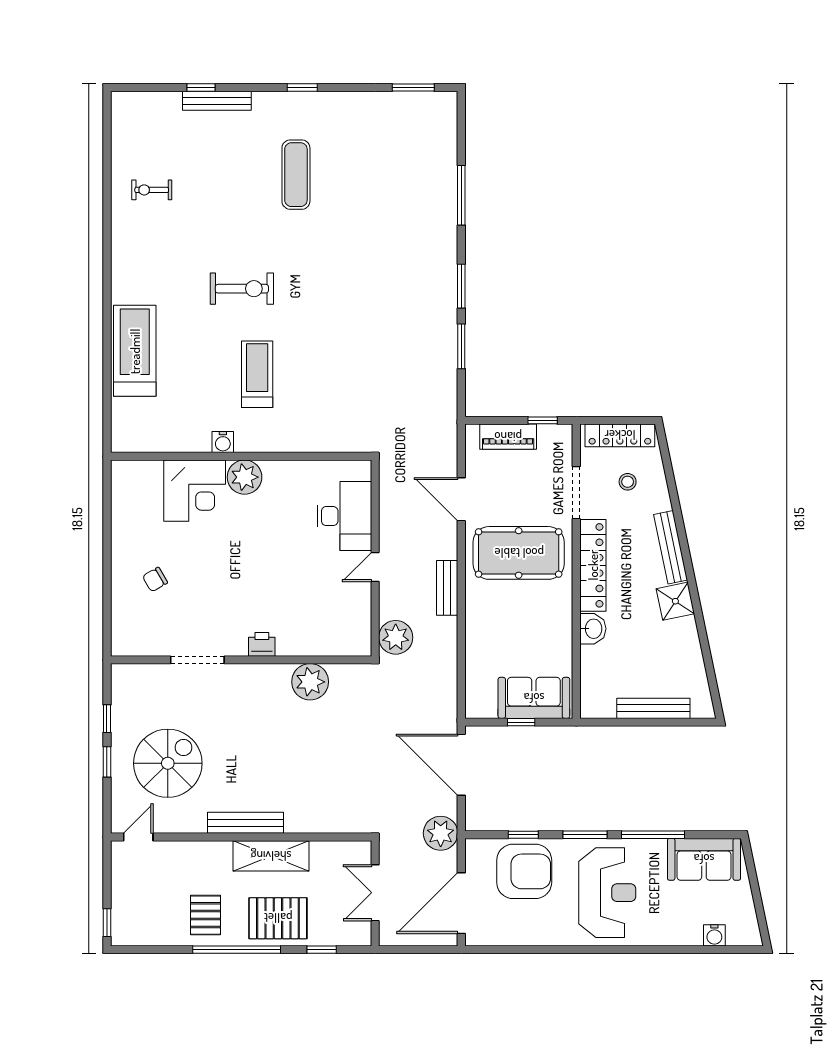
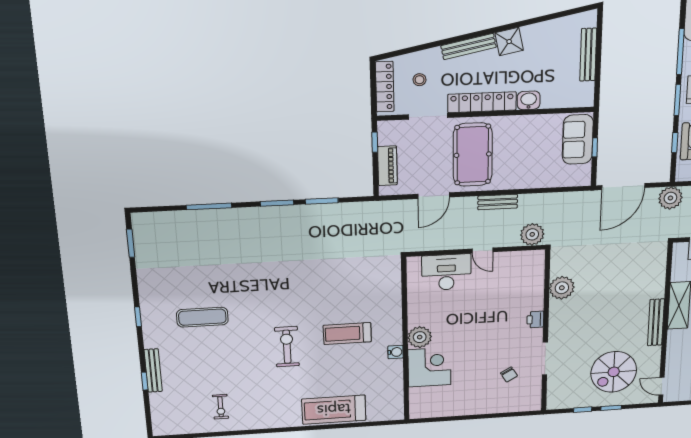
chair: (155, 580) -> (509, 375), moved
spiral stairs: (168, 763) -> (614, 372), turned -90

